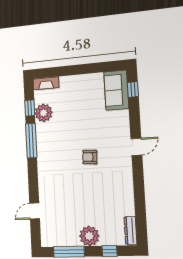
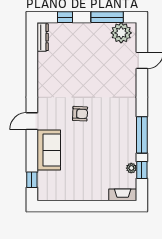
sofa: (116, 90) -> (49, 150), moved
plant: (44, 113) -> (131, 168), width x0.53, depth x0.53
plant: (89, 236) -> (121, 33), moved

